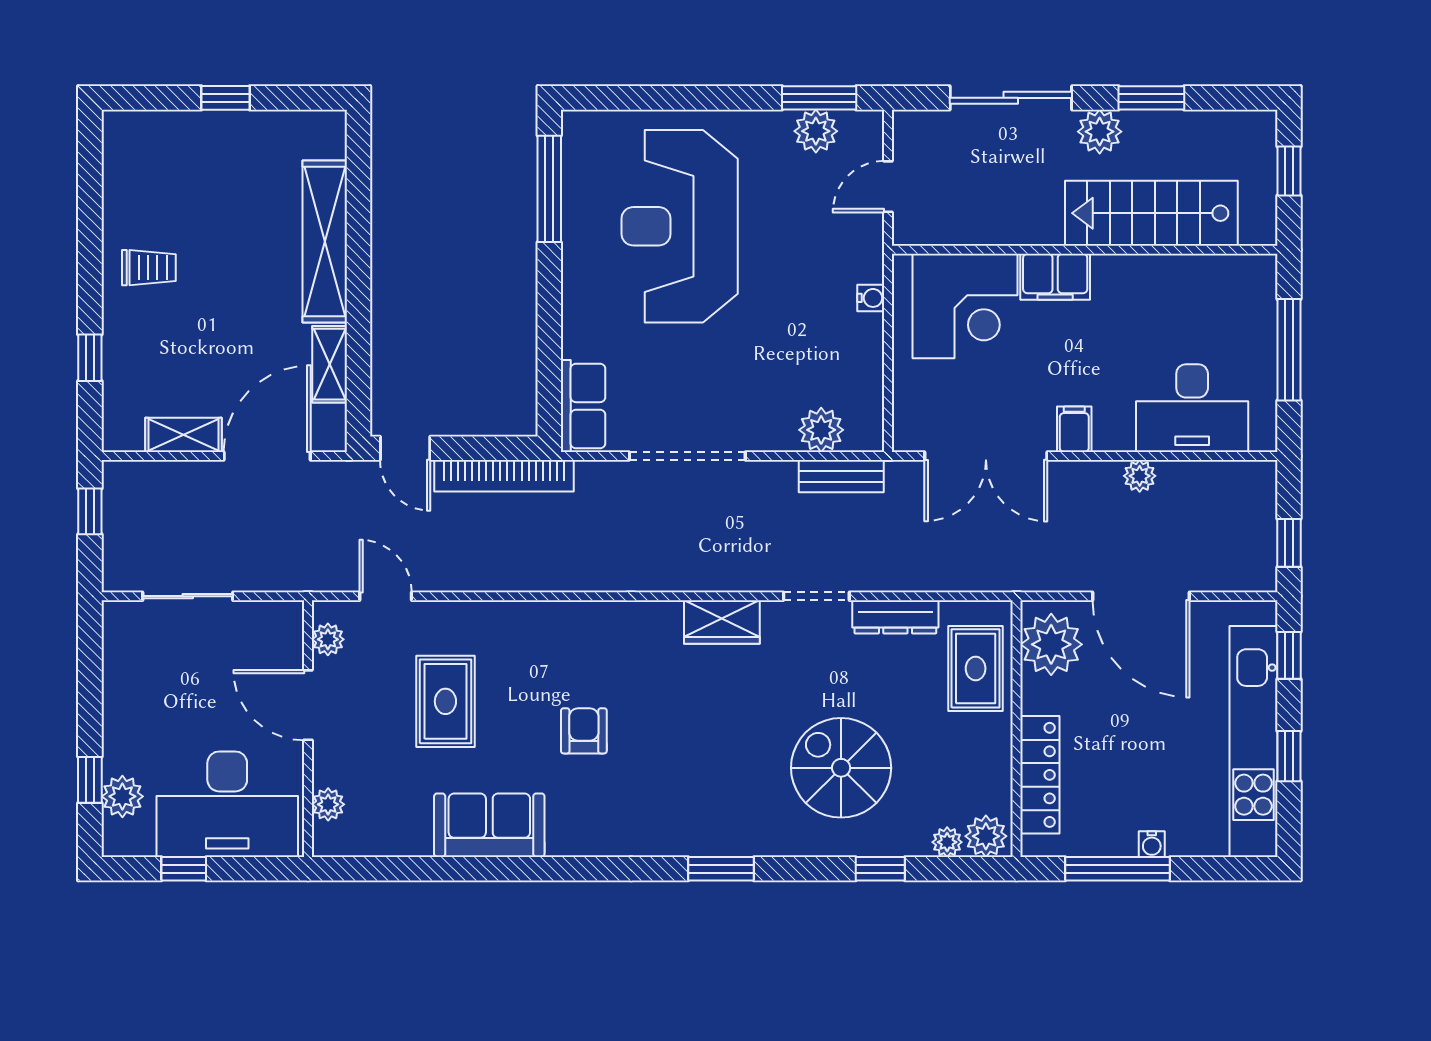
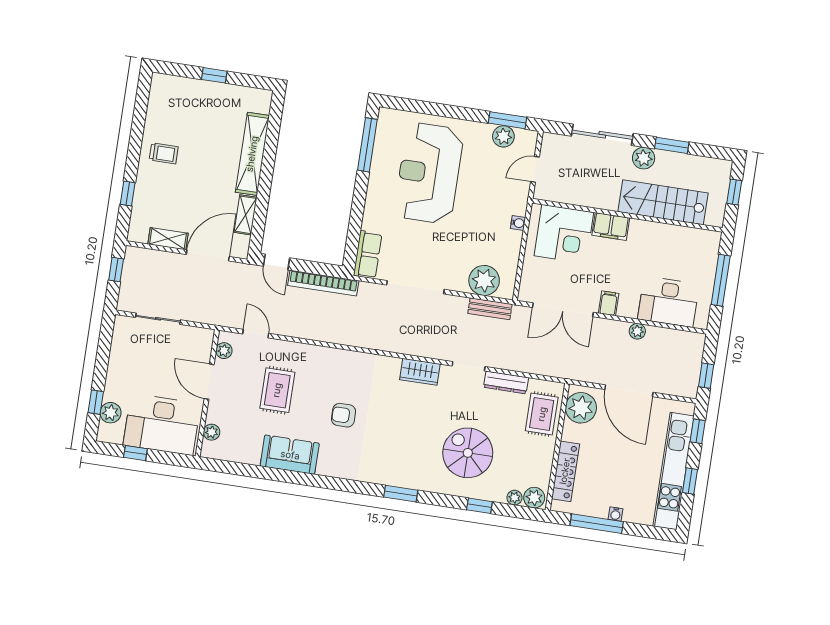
plant: (821, 430) -> (484, 280), width x1.36, depth x1.36
armchair: (584, 731) -> (343, 415), turned -90

